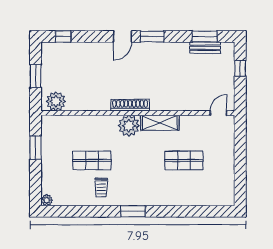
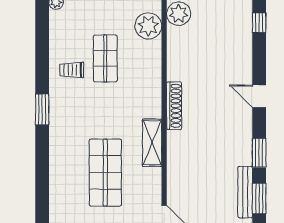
window: (152, 36) -> (259, 153), moved
bench: (205, 48) -> (245, 192), width x1.36
plant: (129, 126) -> (148, 26), moved
shop shelf: (184, 160) -> (105, 173), width x1.43, depth x1.36

